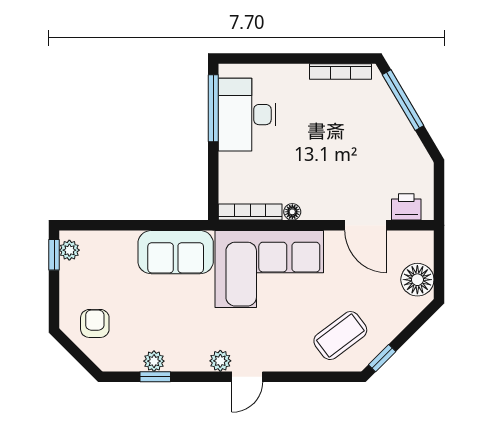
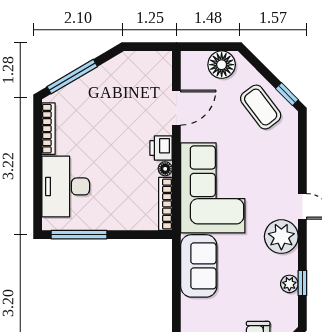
desk: (247, 115) -> (66, 186), moved, turned 90
printer: (406, 207) -> (161, 148), moved
coffee table: (340, 336) -> (261, 107), moved
plant: (220, 361) -> (281, 237), width x1.88, depth x1.88

